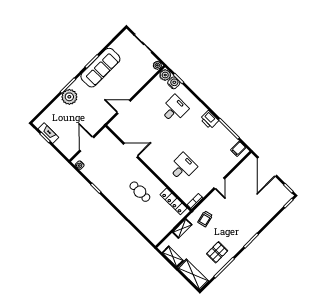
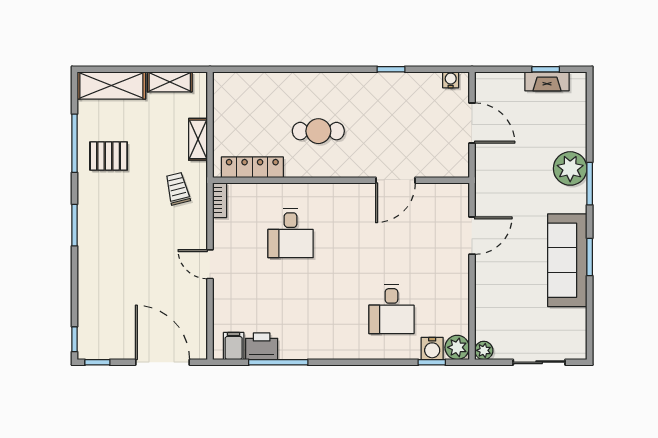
printer: (209, 120) -> (262, 346), moved
pallet: (217, 252) -> (109, 156), turned 90

